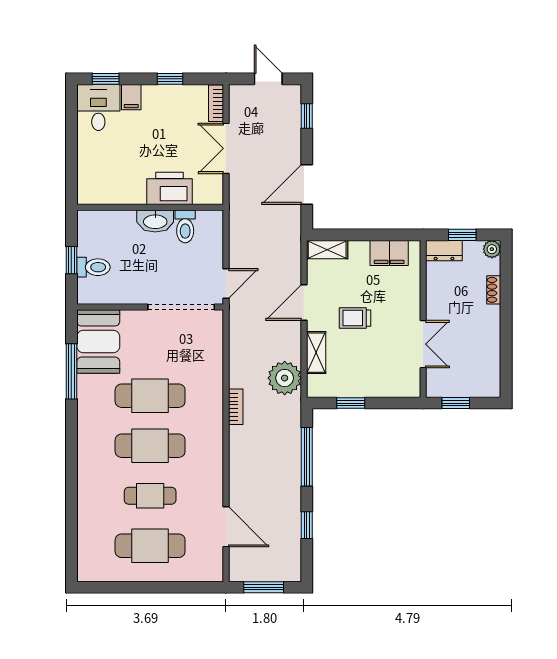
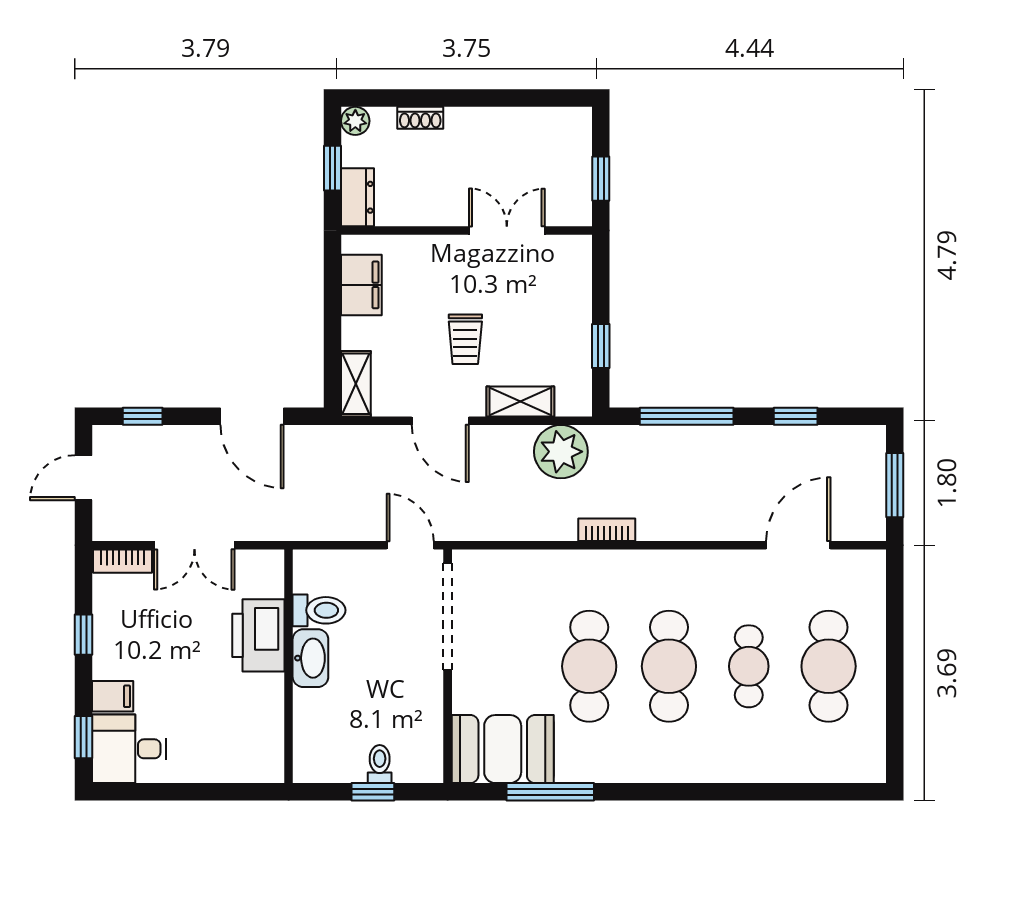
toilet: (93, 267) -> (380, 764), width x0.73, depth x0.72

